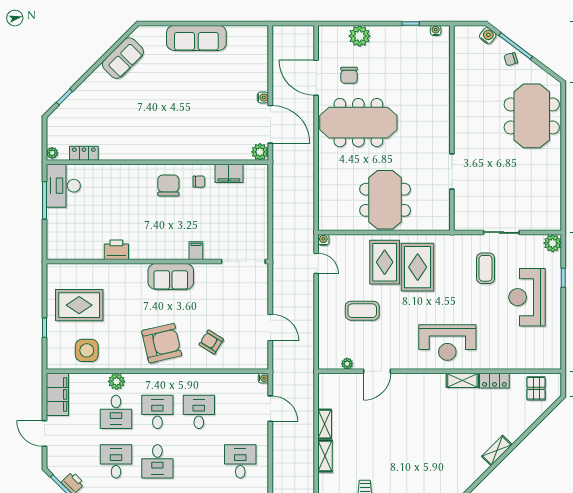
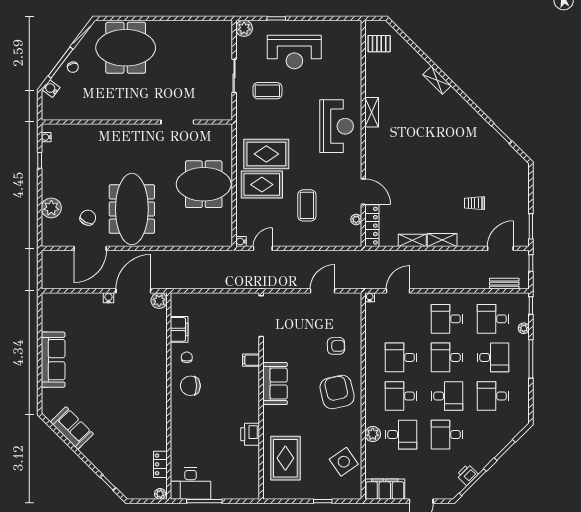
chair: (349, 75) -> (88, 218), turned -63
rug: (79, 305) -> (285, 458), moved
armchair: (211, 342) -> (336, 346), turned -123
side table: (87, 350) -> (344, 462), turned -35
locker: (494, 381) -> (372, 226), moved, width x1.53
desk: (199, 461) -> (447, 357), added

